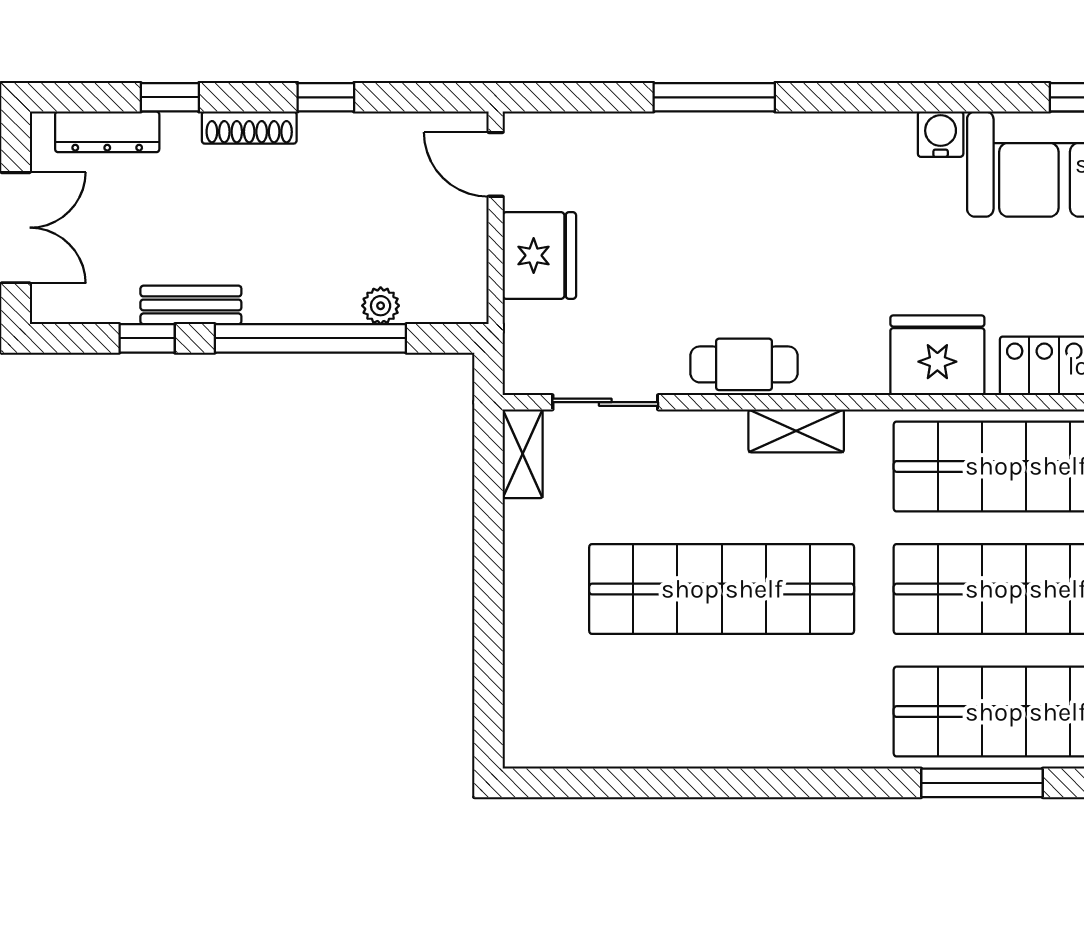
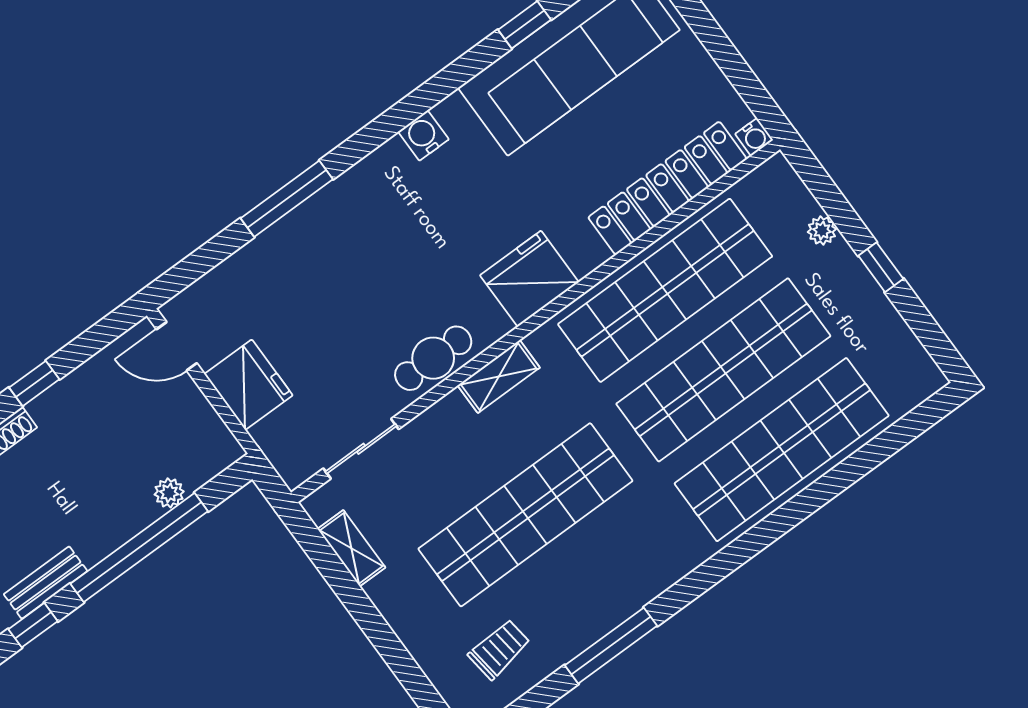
water cooler: (941, 134) -> (423, 136), moved
fridge: (937, 355) -> (529, 279), moved
shelving: (523, 454) -> (351, 548), moved
trolley: (597, 704) -> (499, 649), added
window: (982, 783) -> (611, 646), moved

